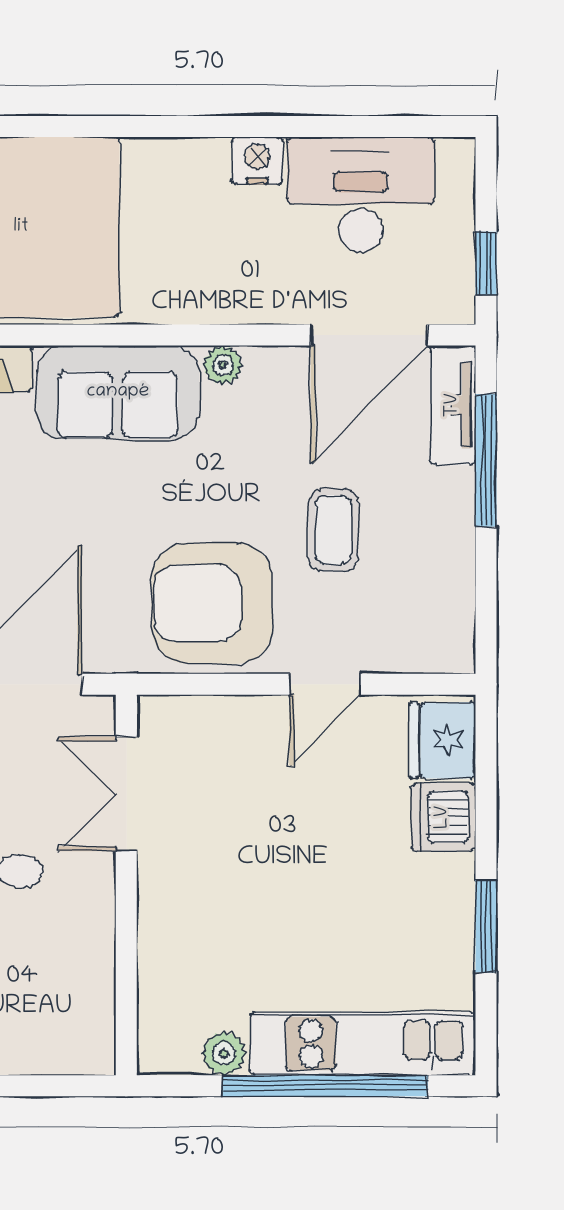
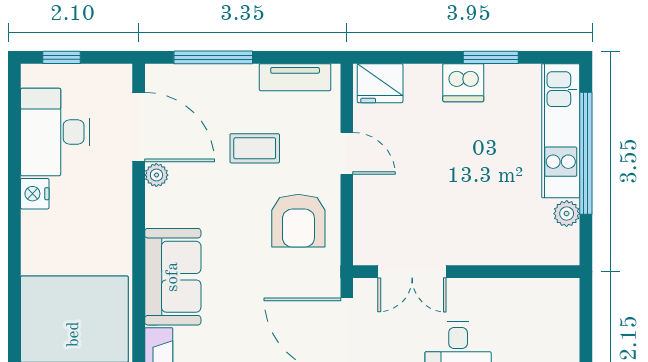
window: (486, 263) -> (62, 57), moved
plant: (223, 365) -> (156, 175), moved
tv unit: (453, 405) -> (295, 77), moved
armchair: (212, 603) -> (298, 221), width x0.73, depth x0.73
dishwasher: (443, 817) -> (463, 83), moved

